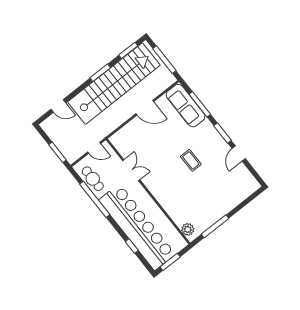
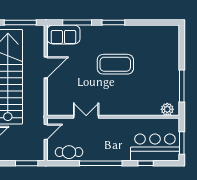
sofa: (186, 106) -> (63, 35), width x0.73
door: (239, 153) -> (140, 23), removed
coffee table: (191, 160) -> (115, 64), width x1.86, depth x1.72
window: (95, 199) -> (101, 163), moved
bar counter: (137, 227) -> (155, 147), width x0.54

